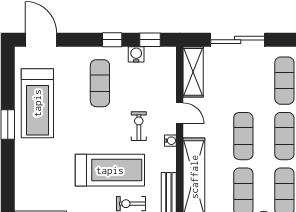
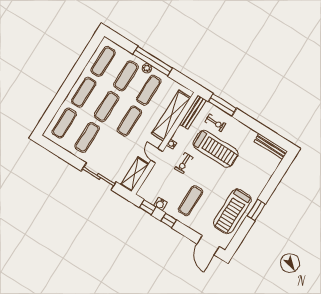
treadmill: (37, 103) -> (232, 211), turned 180
treadmill: (110, 170) -> (215, 149), turned 180

